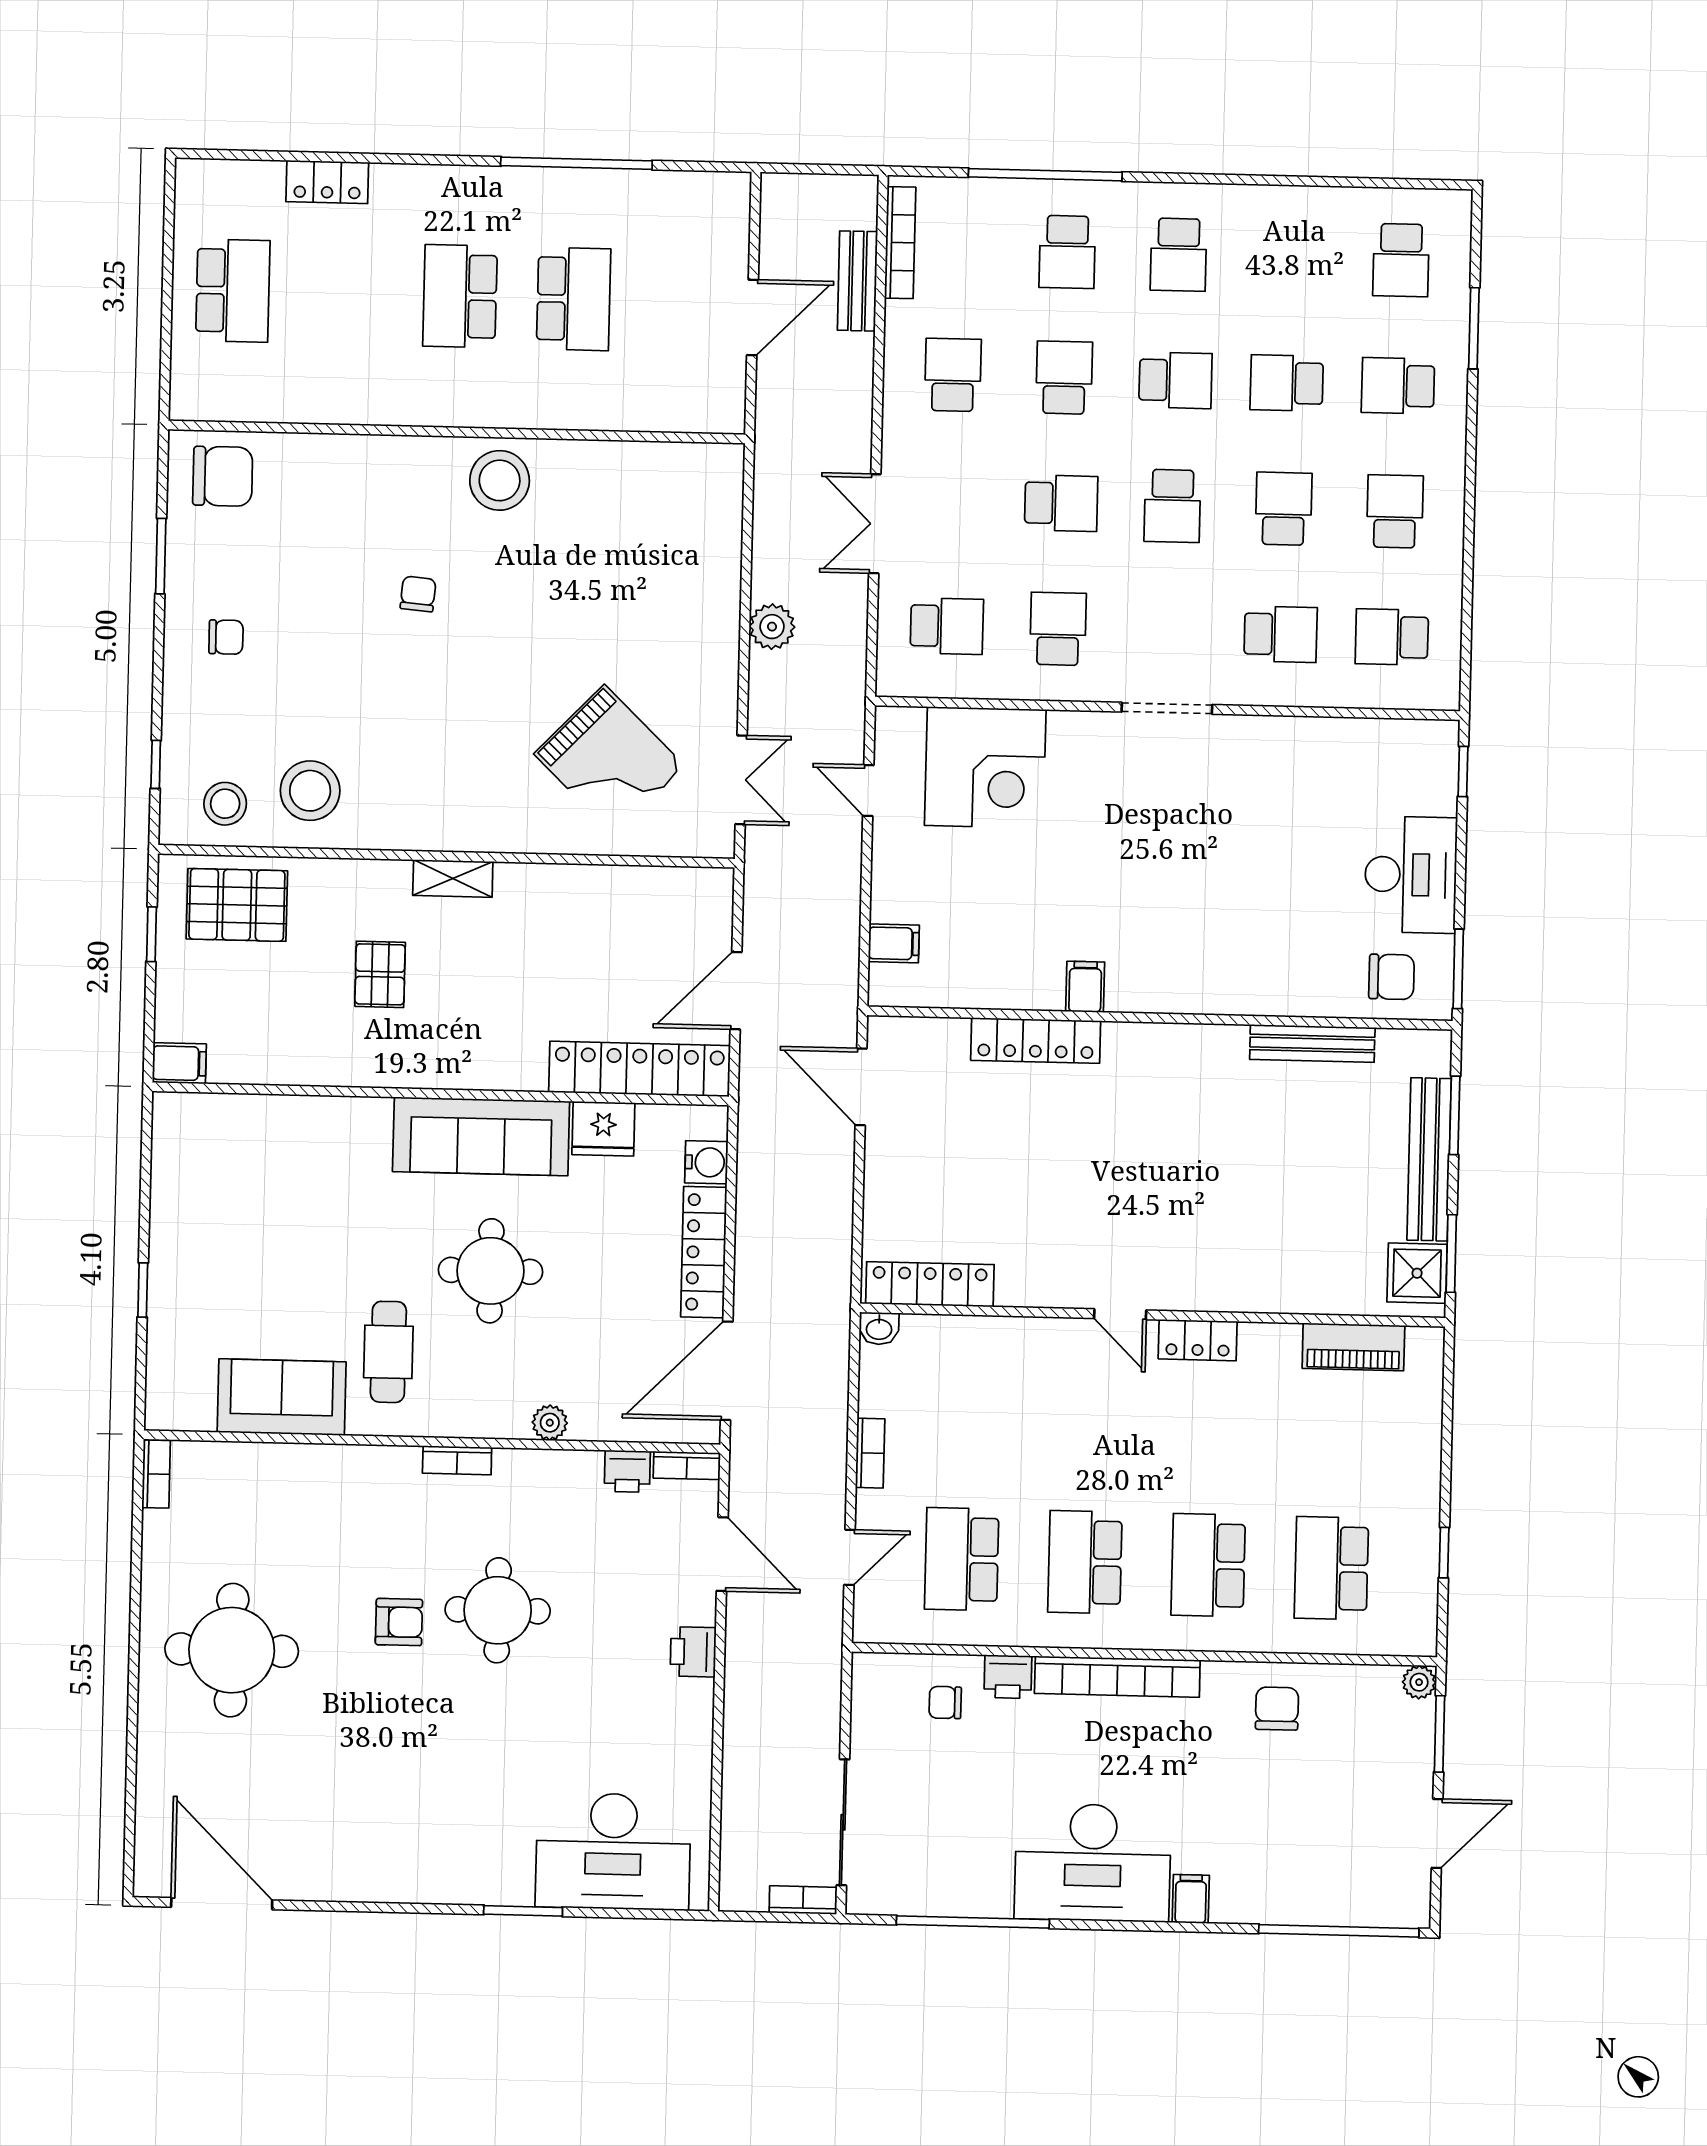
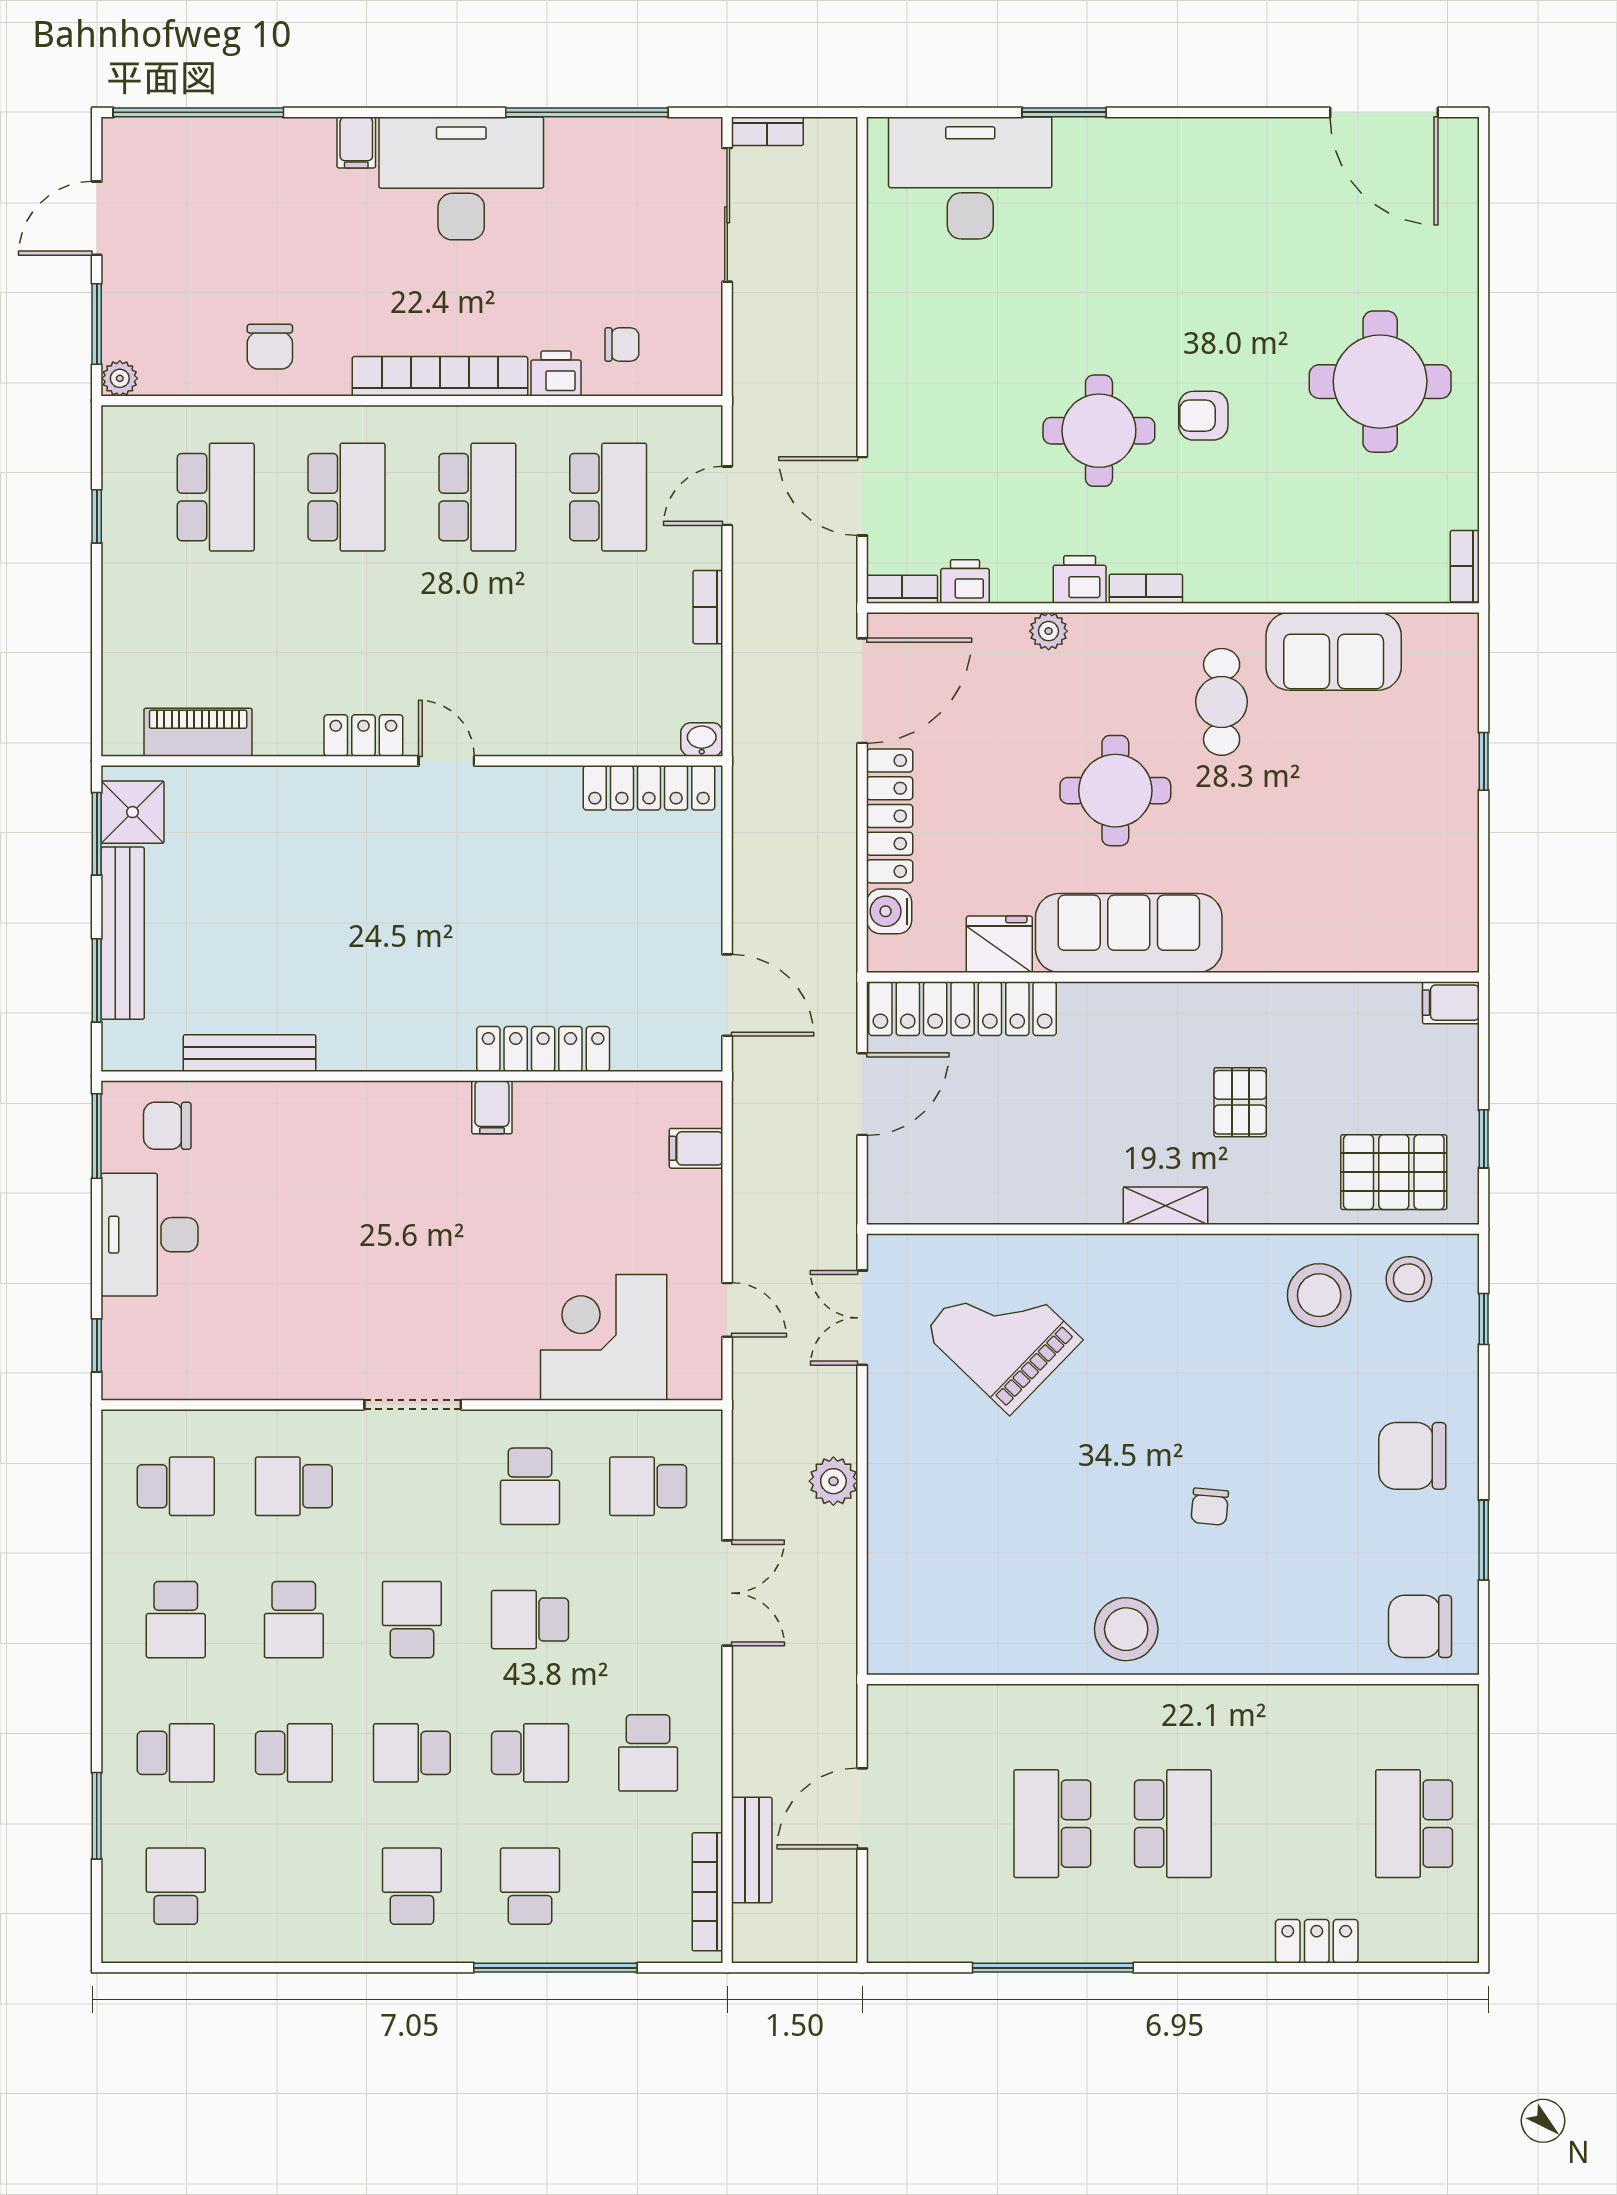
school desk: (1064, 378) -> (530, 1753), turned -90
chair: (226, 637) -> (1412, 1456), width x1.87, depth x1.87
printer: (693, 1652) -> (1080, 579), moved, turned -90

